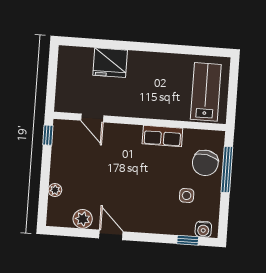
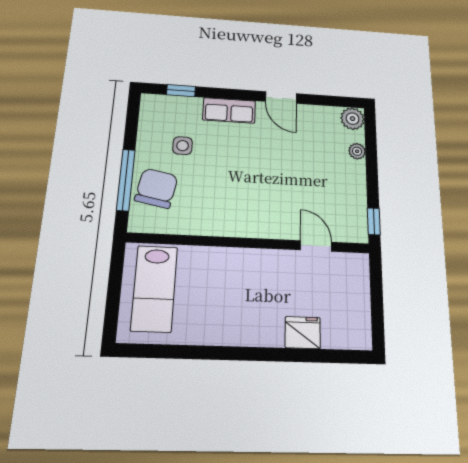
fridge: (110, 63) -> (303, 333), width x0.73, depth x0.75
row of seats: (162, 136) -> (229, 110), moved, turned 180
plant: (83, 219) -> (353, 119), moved
water cooler: (203, 229) -> (160, 104), removed

